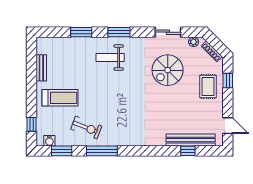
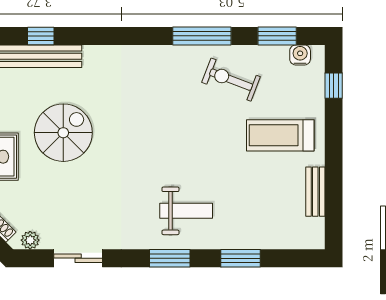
spiral stairs: (168, 70) -> (63, 133), moved

